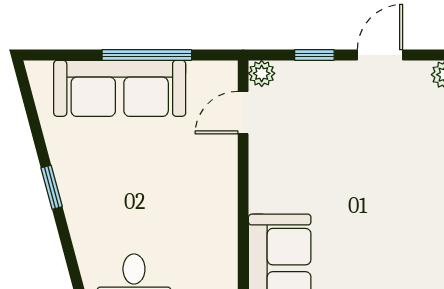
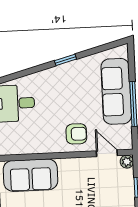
armchair: (201, 172) -> (76, 134), added

